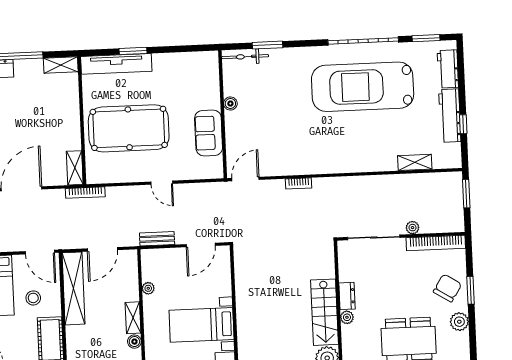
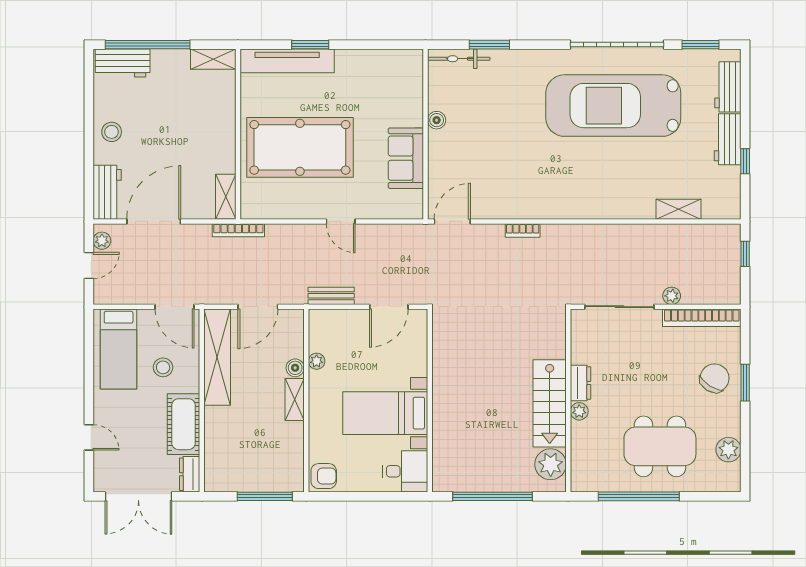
workbench: (450, 116) -> (728, 139), width x0.73
window: (466, 194) -> (745, 254), width x0.67
plant: (459, 322) -> (728, 450), moved
boiler: (134, 342) -> (295, 368), moved

